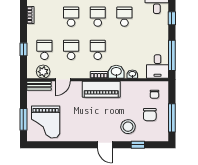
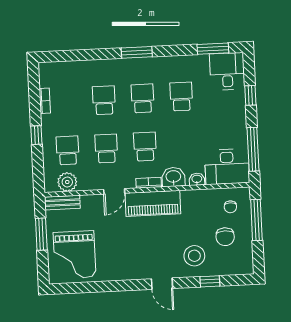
window: (23, 49) -> (36, 135), moved
desk: (158, 66) -> (227, 167), width x1.37
door: (63, 80) -> (114, 191), moved
window: (172, 118) -> (256, 220), moved
window: (23, 119) -> (41, 234), moved

